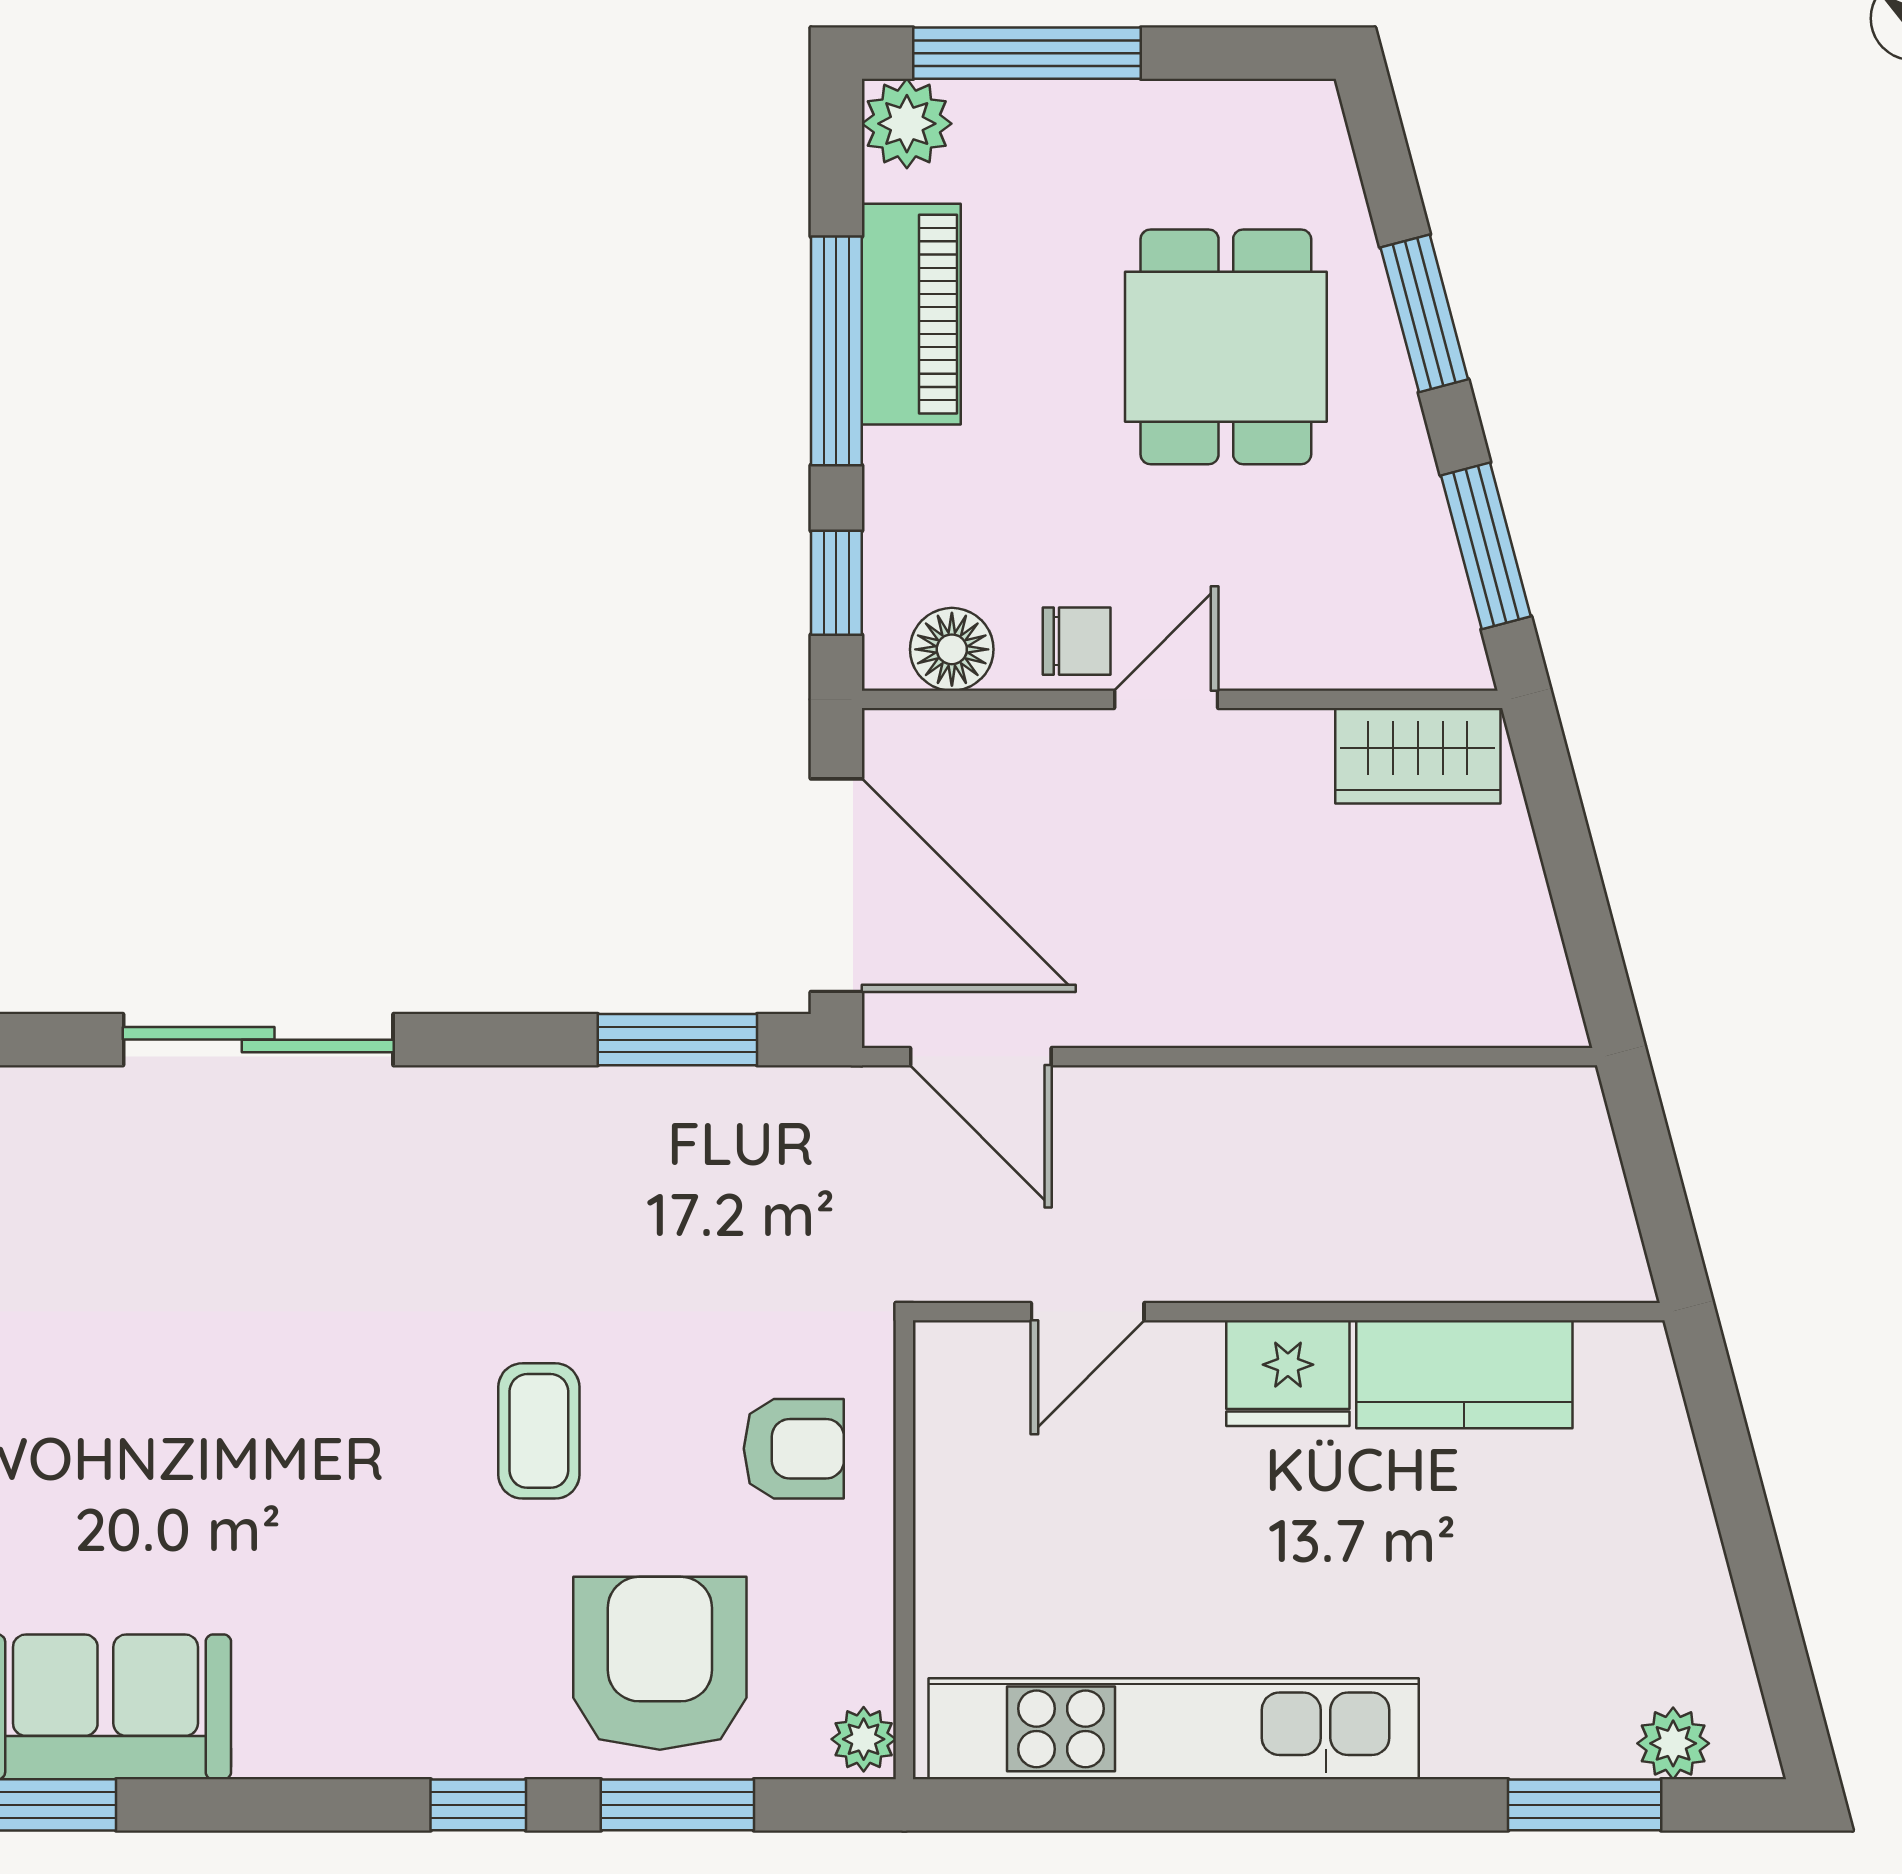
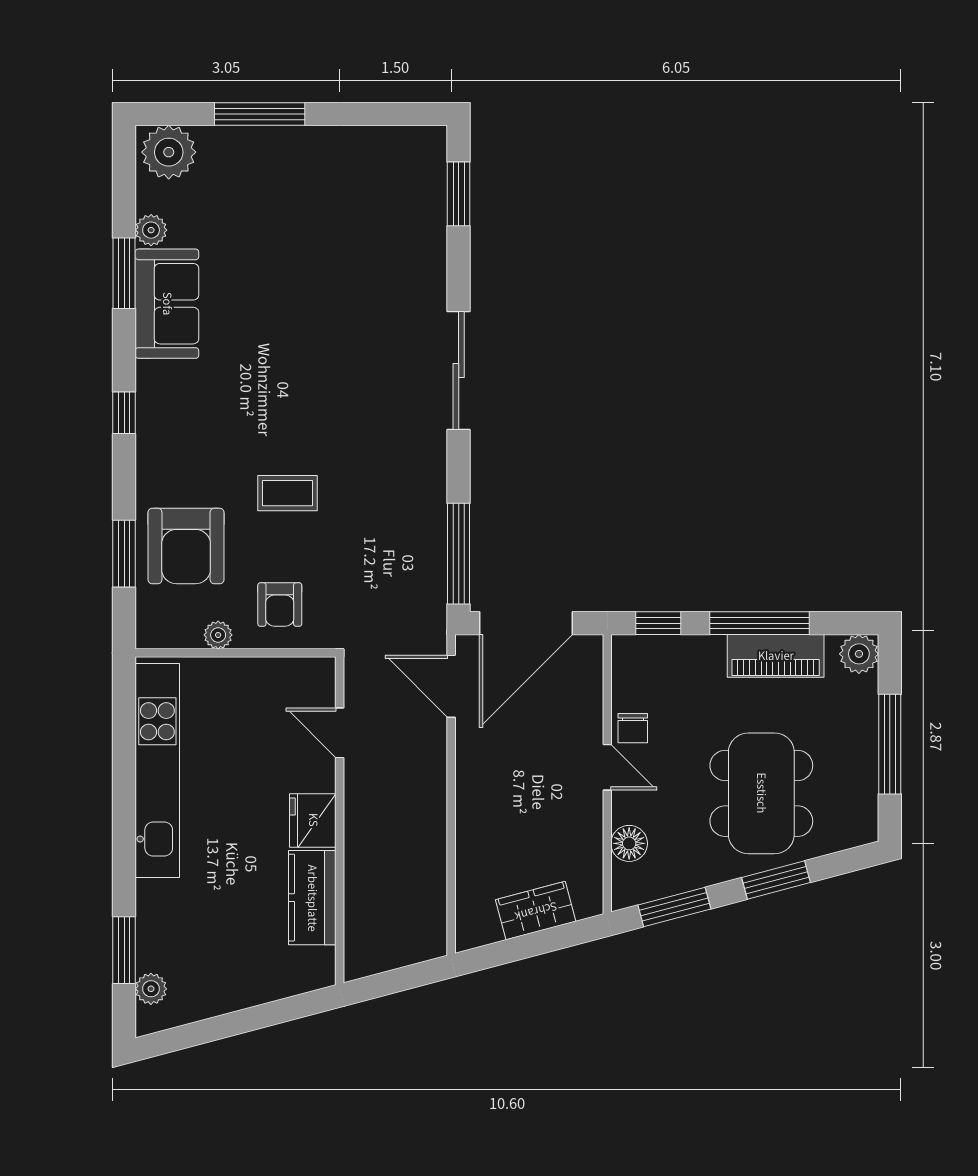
window: (1027, 53) -> (890, 744), moved
dining table: (1226, 347) -> (761, 793), width x1.38
floor lamp: (952, 649) -> (629, 843), moved
wardrobe: (1418, 756) -> (536, 911), moved, turned 75
window: (677, 1040) -> (459, 554), width x1.44
door: (981, 1057) -> (451, 686), hinge flipped
armchair: (660, 1663) -> (186, 546), turned 90
plant: (864, 1739) -> (218, 635), moved
window: (478, 1805) -> (124, 413), moved

